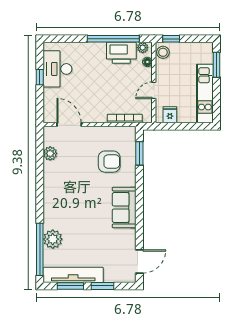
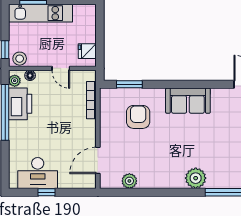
kitchen unit: (205, 93) -> (41, 13), moved
plant: (53, 239) -> (196, 178), moved

